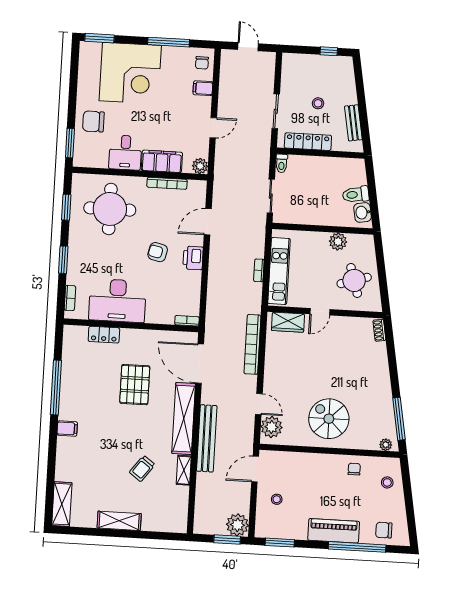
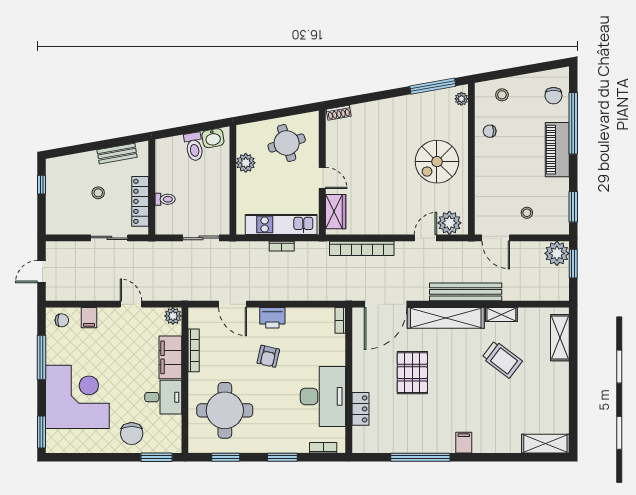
toilet: (282, 163) -> (165, 199), moved
pallet: (135, 385) -> (412, 373), turned 90
trolley: (142, 468) -> (502, 359), width x1.36, depth x1.39
shelving: (119, 521) -> (560, 338), moved

